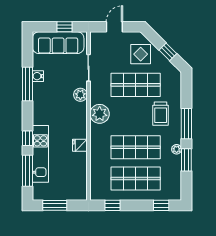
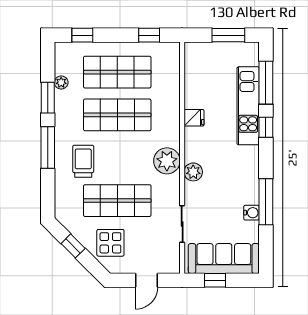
plant: (80, 95) -> (193, 172), moved
plant: (177, 149) -> (61, 82), moved

